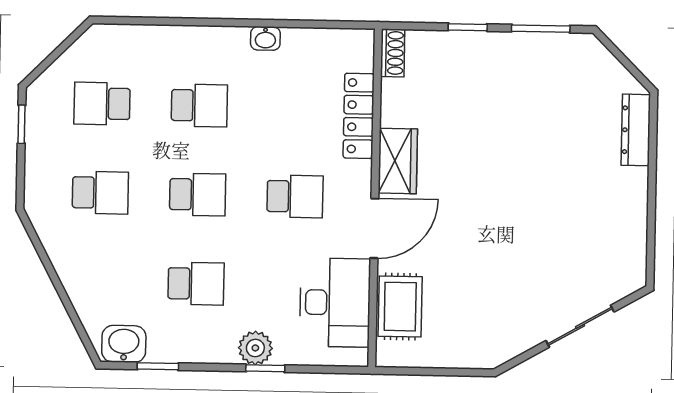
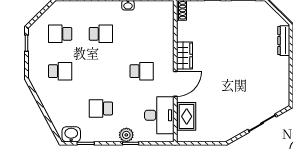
locker: (359, 116) -> (168, 37), removed
school desk: (198, 195) -> (101, 71), removed
school desk: (196, 284) -> (101, 108), turned 180

